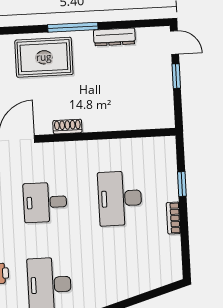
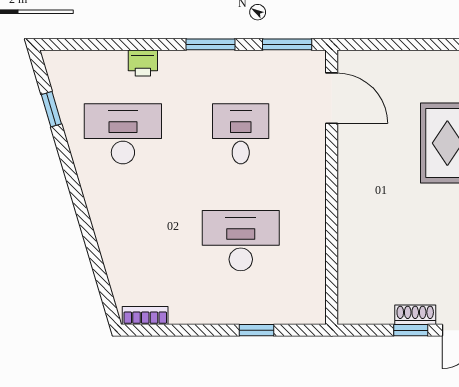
shoe rack: (67, 127) -> (415, 315), moved, turned -90
bookcase: (173, 218) -> (145, 315), moved

